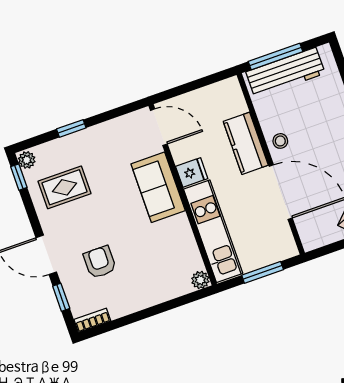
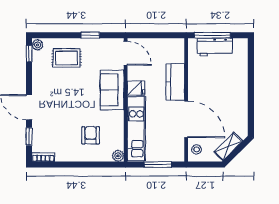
workbench: (285, 73) -> (215, 47), width x0.73
window: (71, 128) -> (90, 35), moved
stool: (280, 141) -> (197, 149), moved
rug: (65, 187) -> (67, 58), moved
armchair: (100, 262) -> (91, 135), moved

